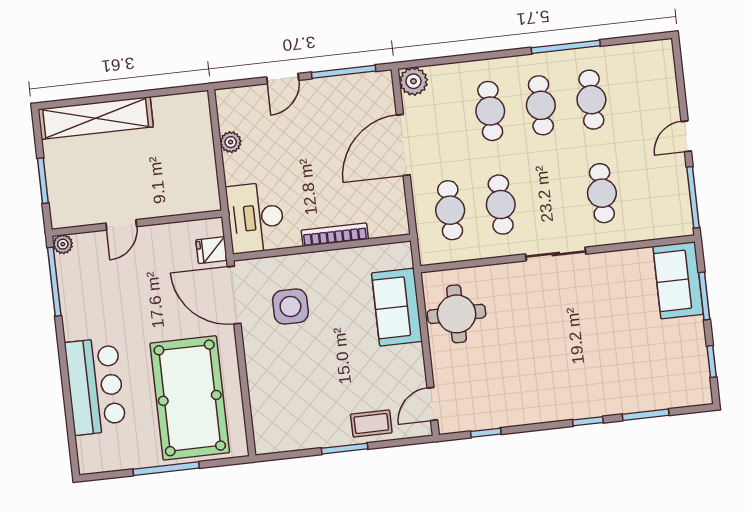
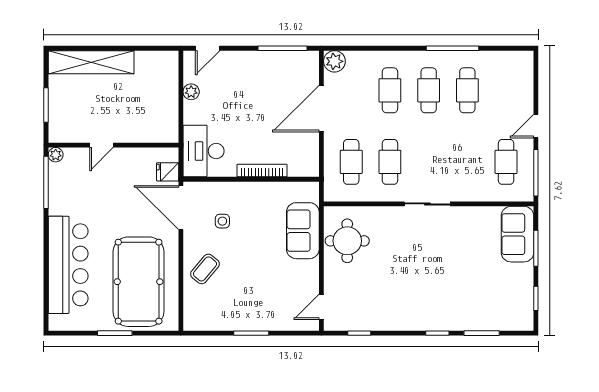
door: (283, 79) -> (208, 48), moved
cafe table: (602, 193) -> (506, 162), moved
side table: (290, 306) -> (222, 221), width x0.54, depth x0.54
bar counter: (95, 386) -> (68, 265), width x1.36
coffee table: (371, 423) -> (205, 269), moved, turned -50
window: (166, 469) -> (115, 333), width x0.69

